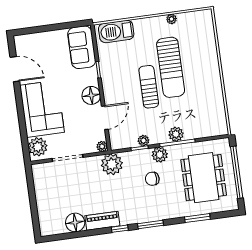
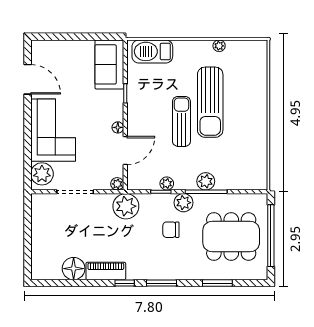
floor lamp: (91, 95) -> (118, 127), width x0.53, depth x0.53
dining table: (204, 178) -> (231, 237), turned 90

